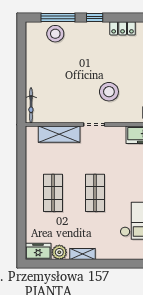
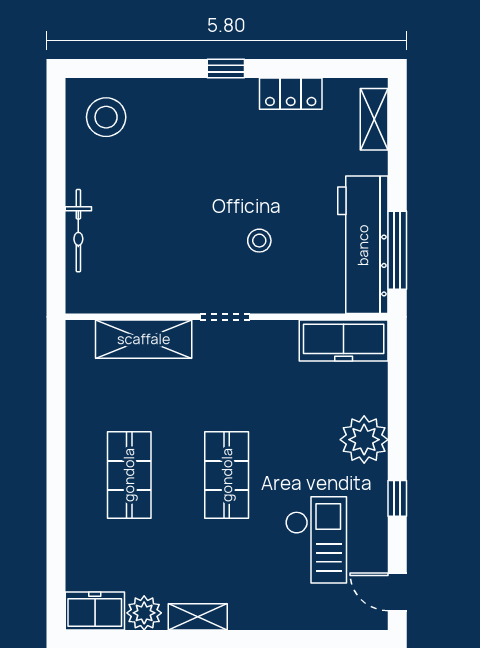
window: (58, 18) -> (141, 69), removed
stool: (55, 34) -> (106, 117), moved
stool: (109, 92) -> (259, 241), width x0.53, depth x0.53
bicycle: (31, 105) -> (78, 231), moved

